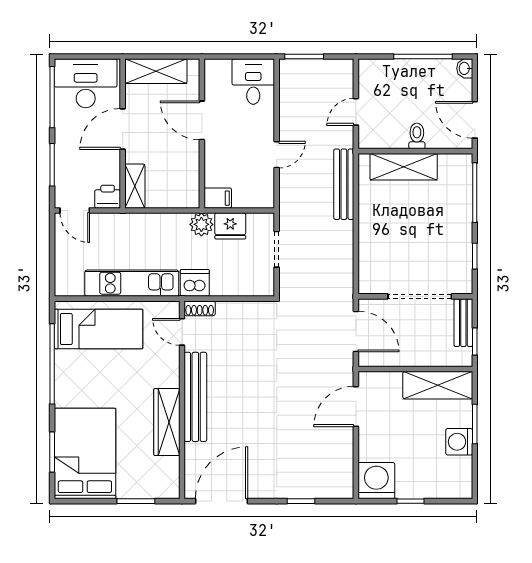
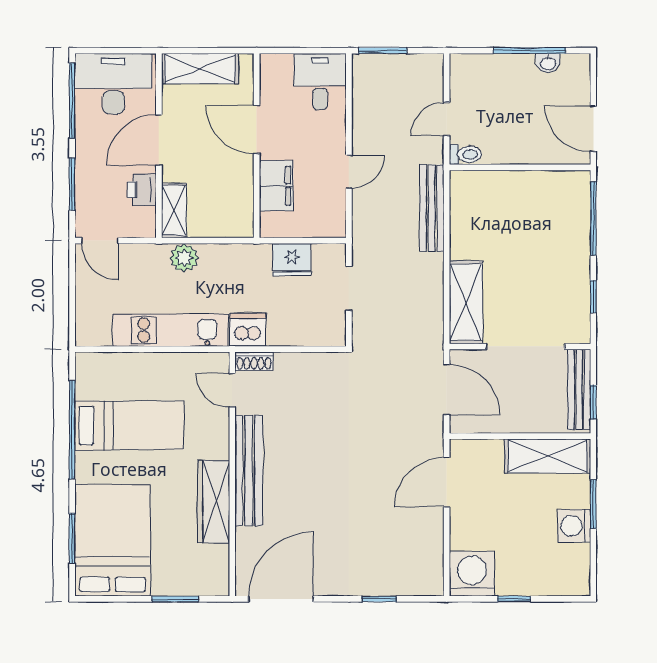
washbasin: (465, 68) -> (548, 63), moved, turned -90
toilet: (417, 136) -> (465, 154), moved, turned 90
shelving: (404, 167) -> (466, 302), moved, turned 90
printer: (108, 197) -> (142, 190), moved, turned -90
filing cabinet: (218, 198) -> (276, 186), moved, width x2.00
plant: (201, 224) -> (184, 258), moved
bench: (463, 323) -> (579, 390), width x1.36
bed: (99, 329) -> (129, 425), moved

